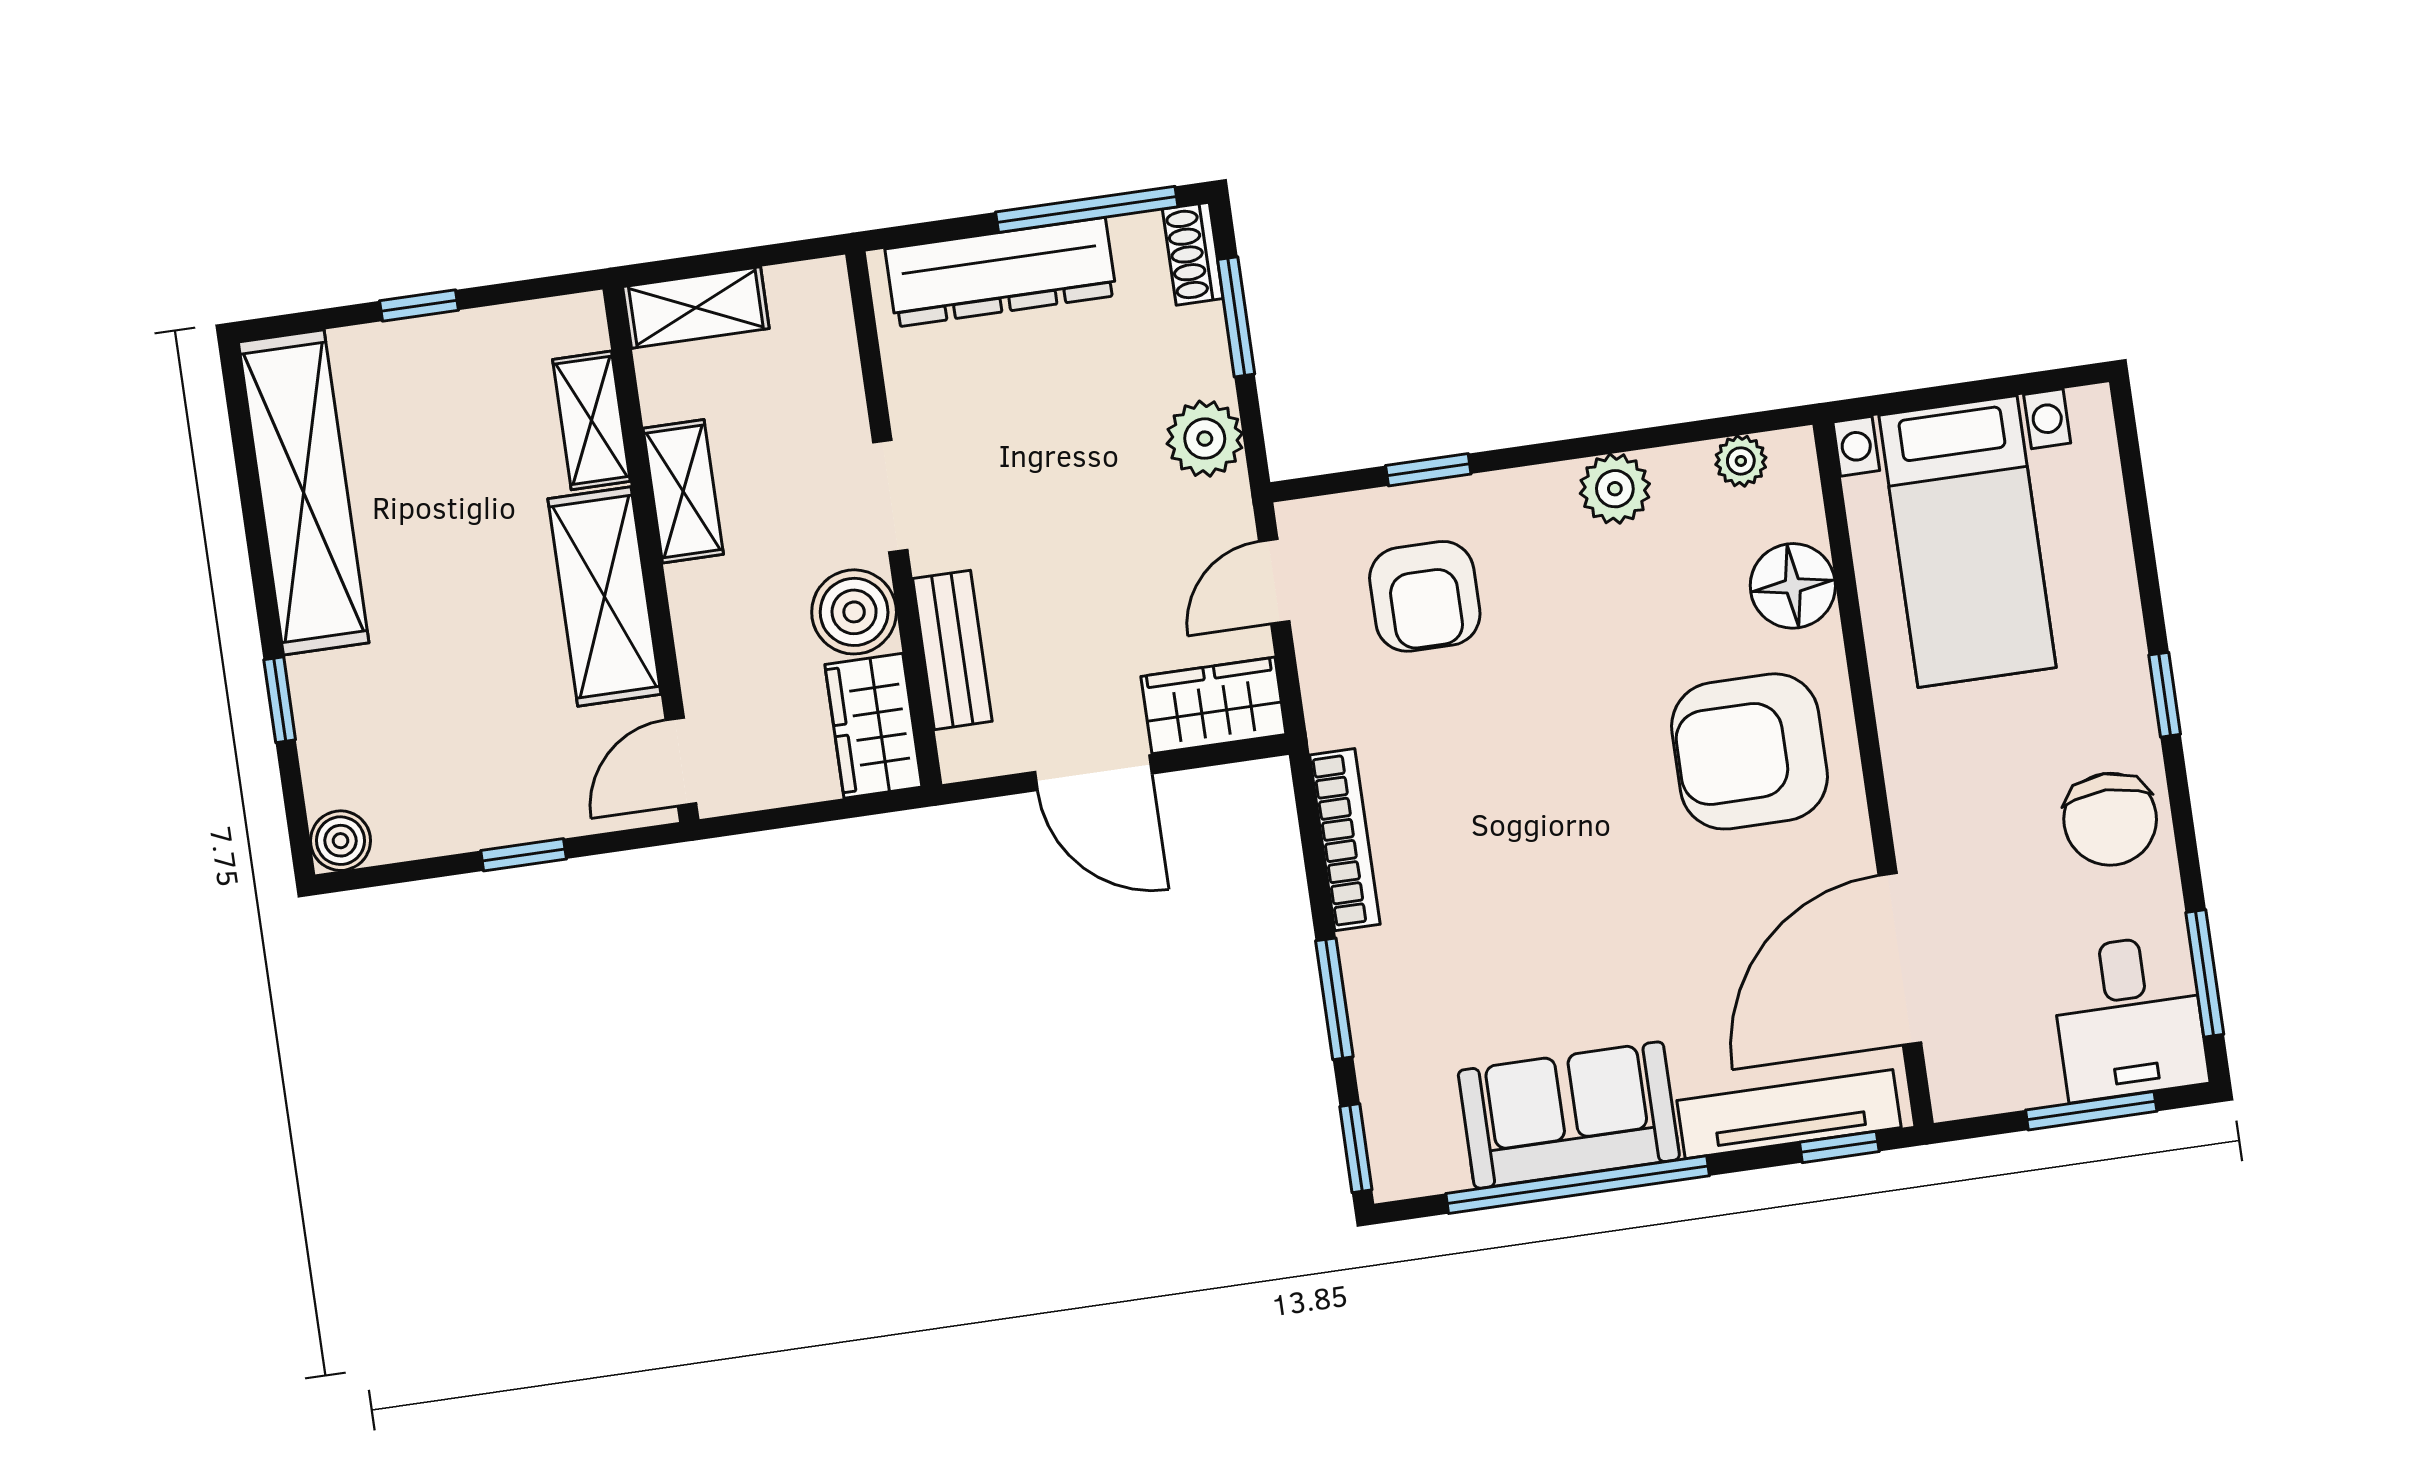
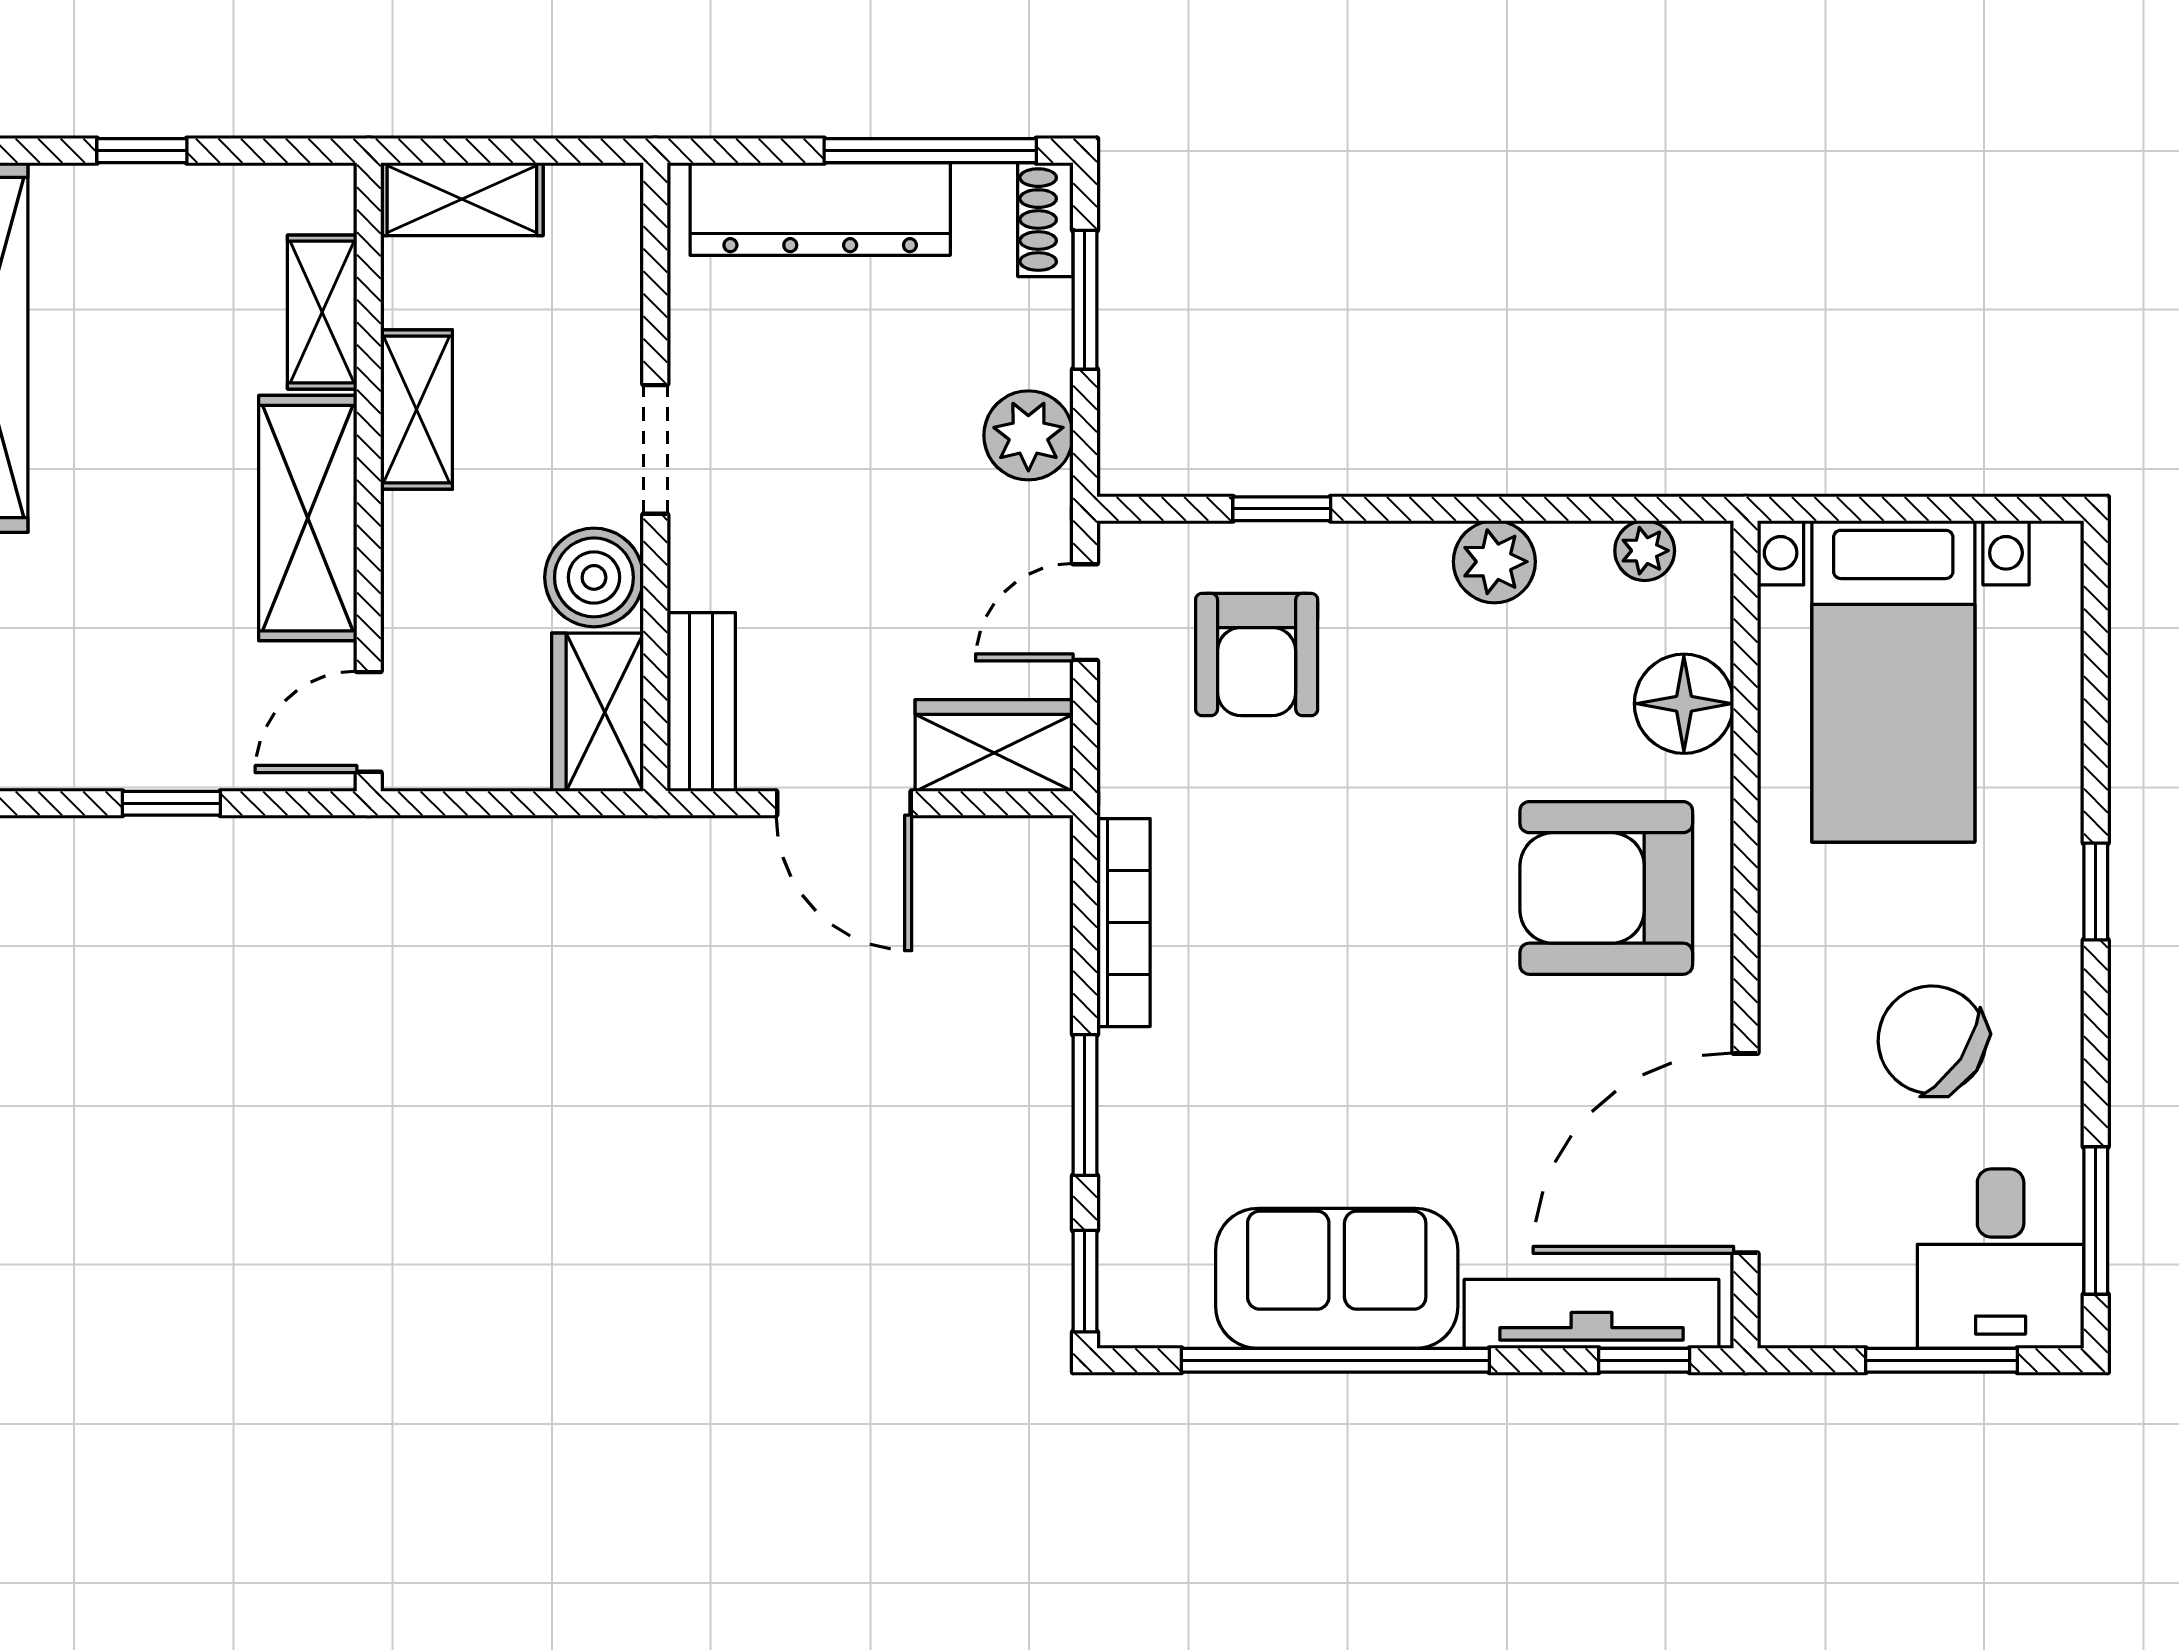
bench: (952, 650) -> (701, 702), moved
chair: (2110, 819) -> (1932, 1040), moved, turned 124

